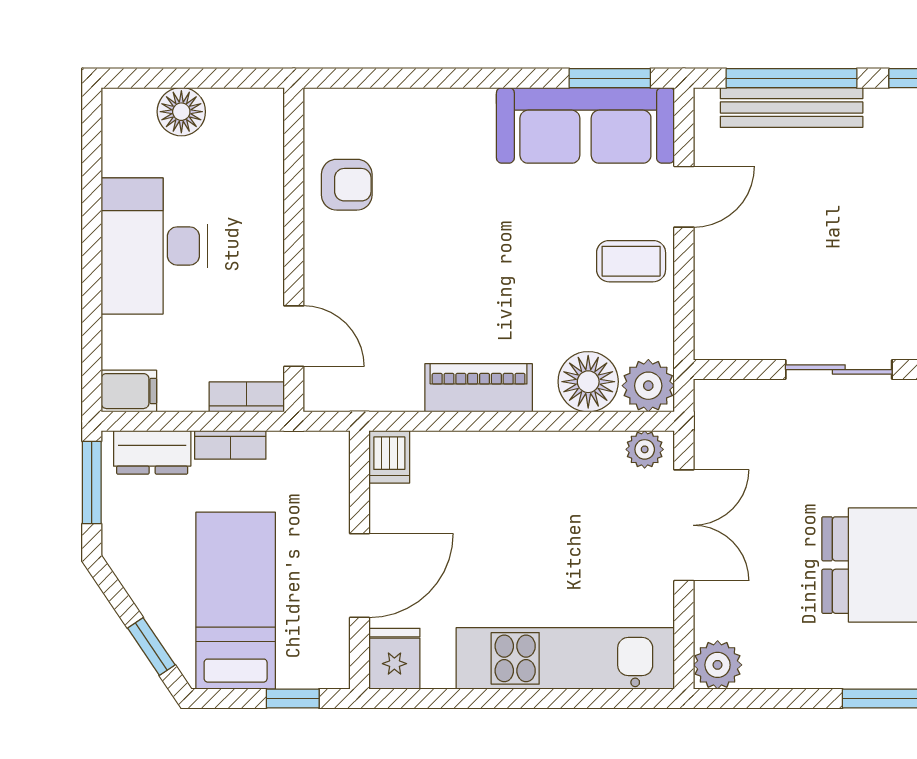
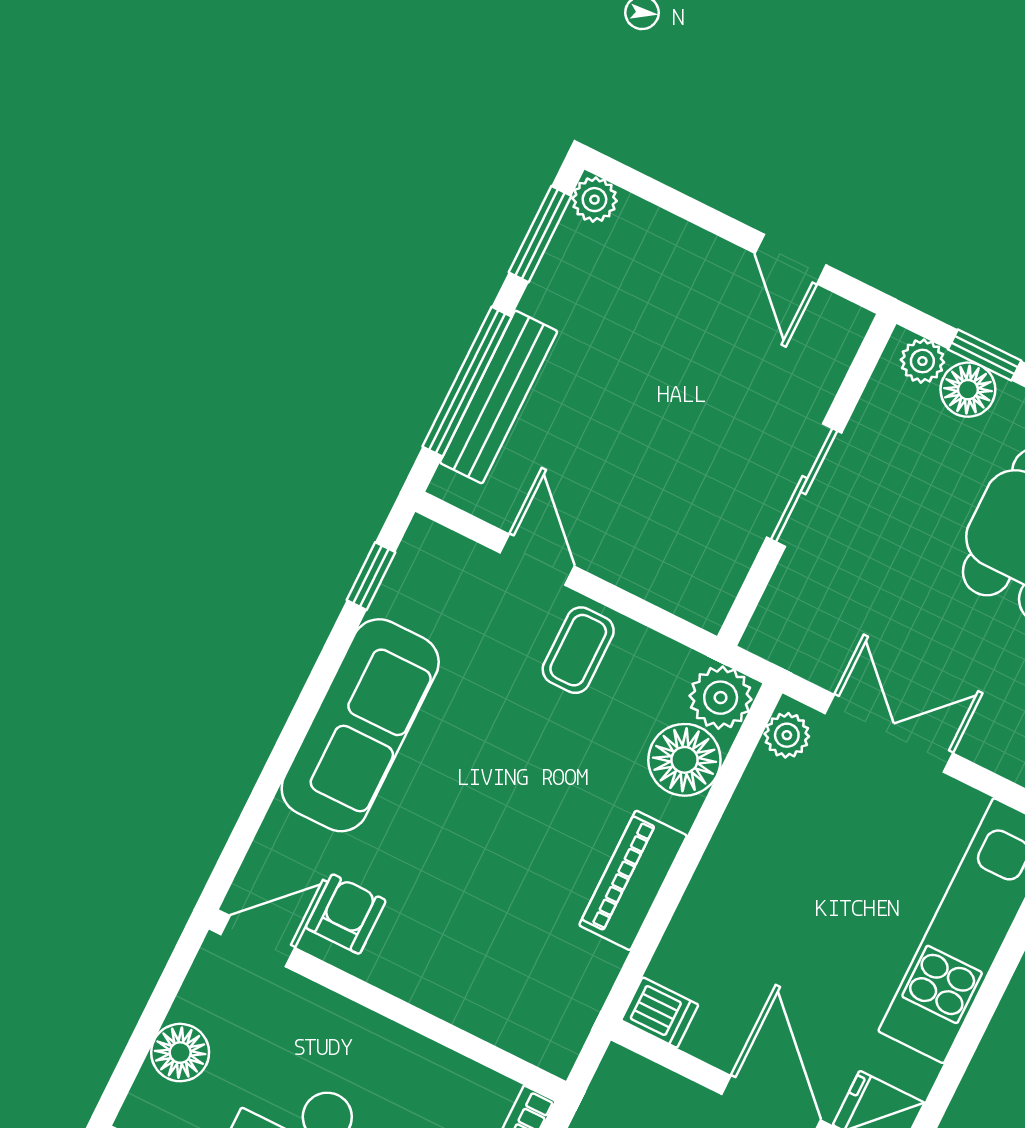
window: (610, 78) -> (371, 576), width x0.67
sofa: (585, 125) -> (360, 725), moved
door: (294, 336) -> (258, 941), moved

